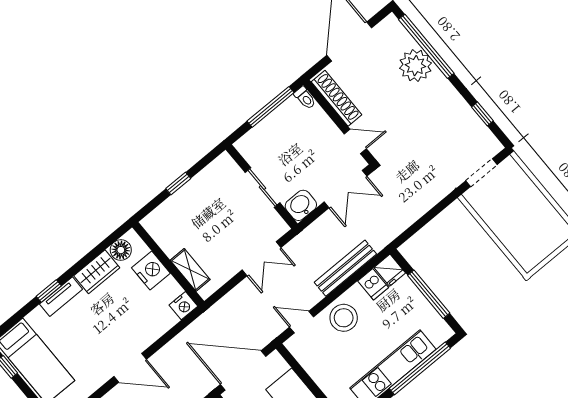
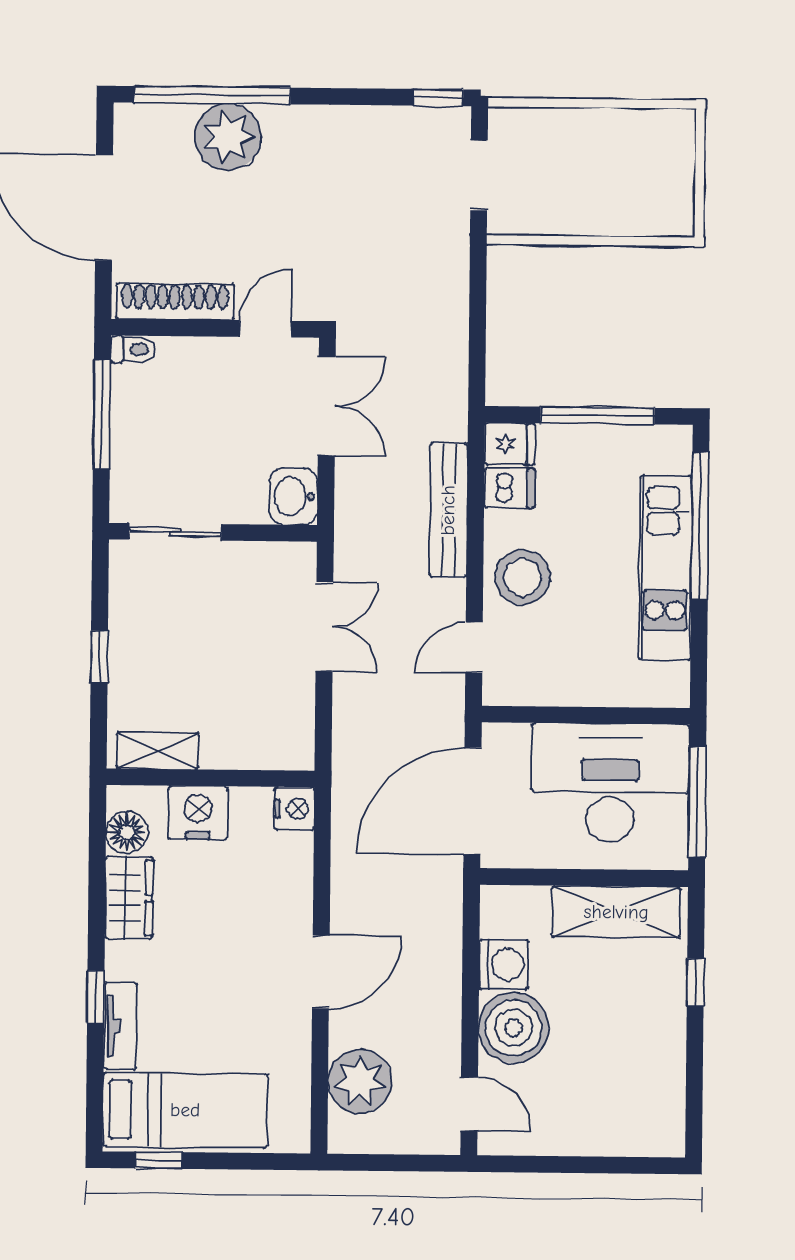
window: (482, 114) -> (438, 98), moved
sliding door: (262, 188) -> (175, 532), moved
shelving: (190, 270) -> (158, 751), moved
tv unit: (61, 297) -> (120, 1026), moved

